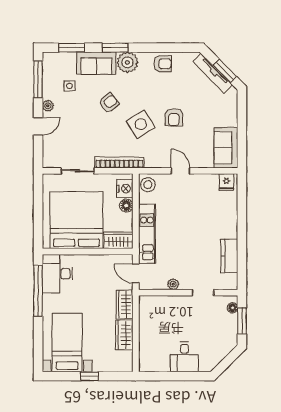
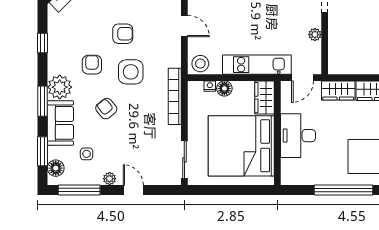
window: (166, 48) -> (43, 43), added
floor lamp: (57, 59) -> (56, 168), added
armchair: (163, 64) -> (92, 65), moved
side table: (141, 124) -> (131, 72), turned 32
sliding door: (77, 171) -> (184, 160), moved
door: (180, 171) -> (184, 26), swing flipped
nightstand: (125, 189) -> (210, 86), width x0.53, depth x0.56
desk: (57, 274) -> (298, 136), moved, turned 90
window: (38, 291) -> (344, 190), moved

